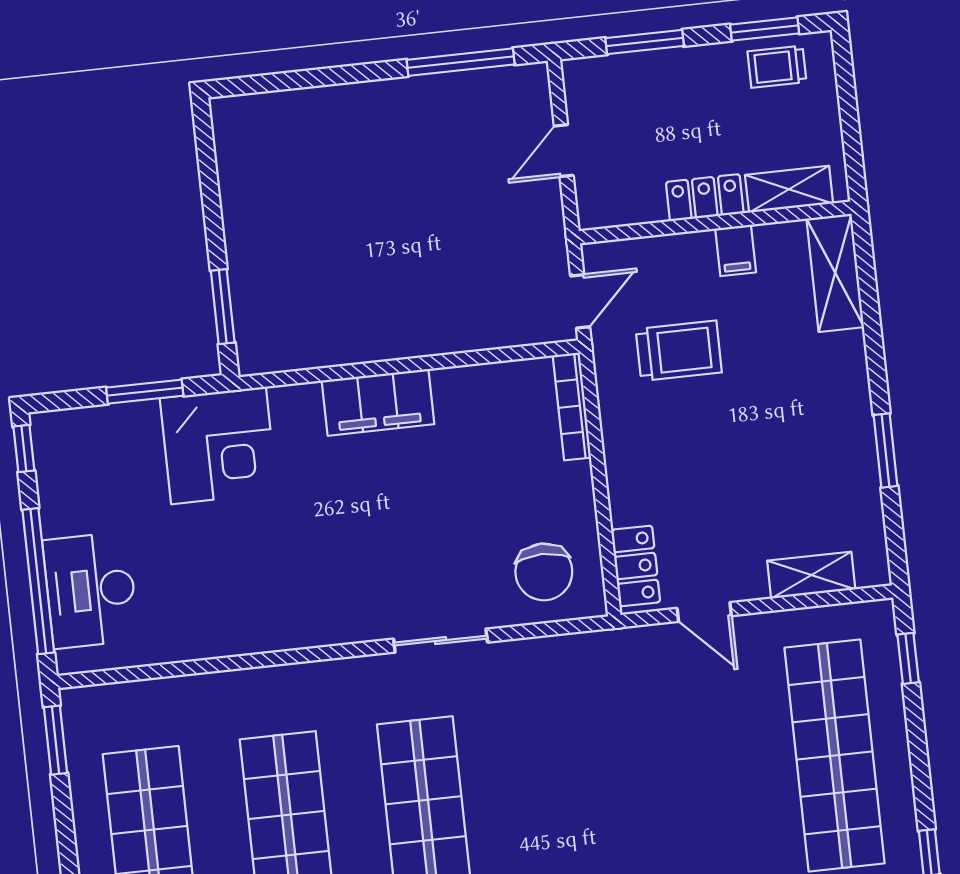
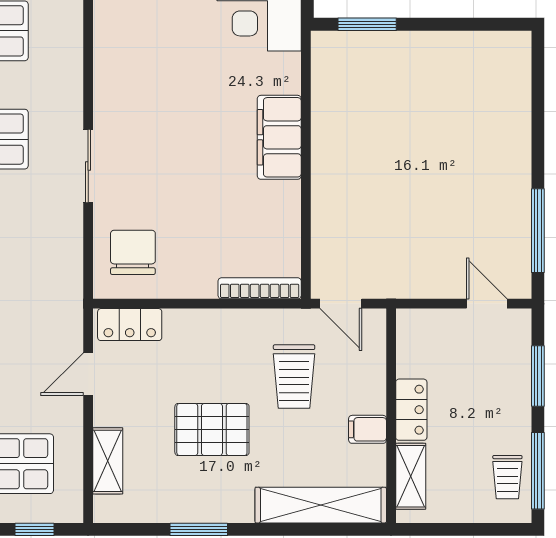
window: (765, 29) -> (538, 471), width x1.44
trolley: (777, 67) -> (507, 477), turned 180
door: (564, 151) -> (487, 304), moved
shelving: (835, 273) -> (321, 505), width x1.47
pallet: (757, 447) -> (212, 429), added
chair: (544, 572) -> (133, 252), turned 90

